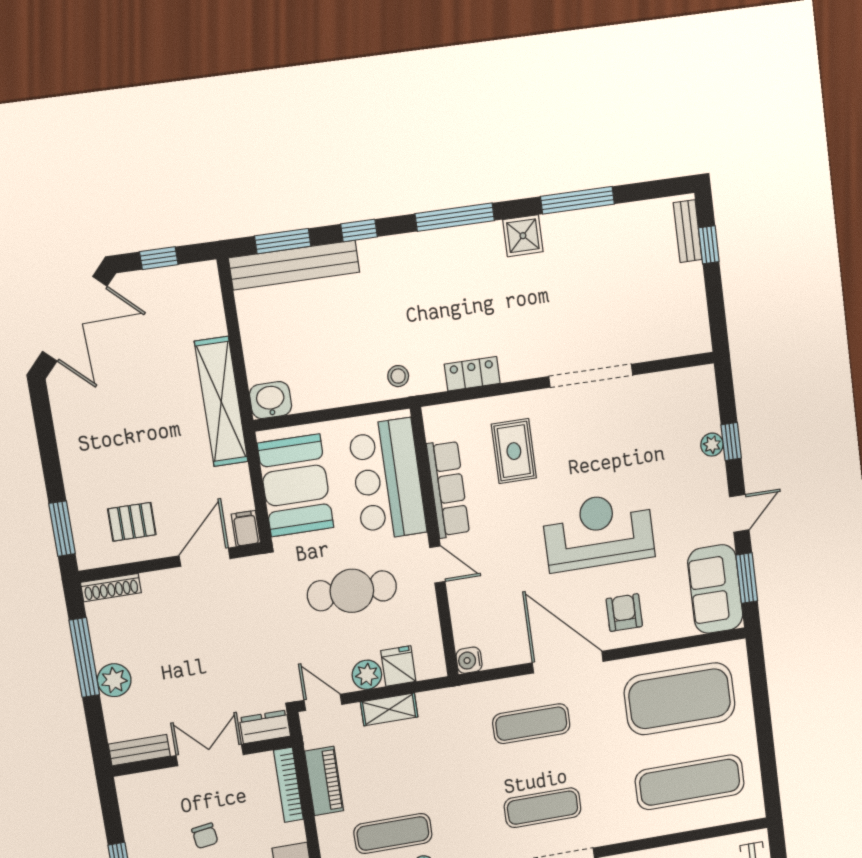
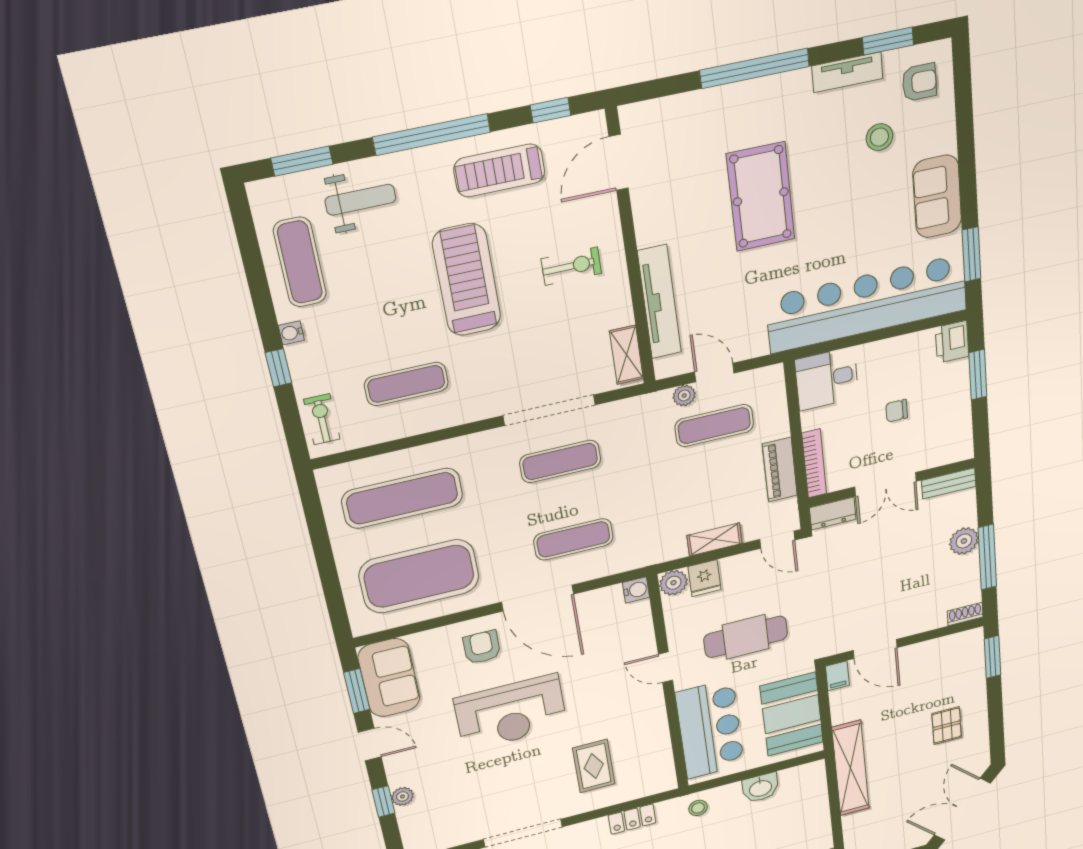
washbasin: (271, 400) -> (760, 788), moved
row of seats: (448, 489) -> (655, 729), removed
door: (739, 513) -> (370, 745), swing flipped
pallet: (132, 522) -> (947, 726), moved, turned 90
door: (205, 557) -> (875, 649), hinge flipped
shoe rack: (111, 588) -> (965, 614), width x0.70
armchair: (624, 613) -> (482, 647), turned 180
plant: (367, 675) -> (673, 583), moved
chair: (205, 836) -> (897, 411), turned -82

